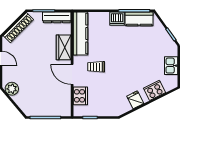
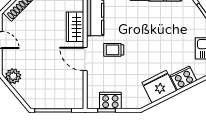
cooker: (80, 96) -> (110, 101), moved, turned -90
fridge: (135, 100) -> (159, 87), width x1.88, depth x1.34

